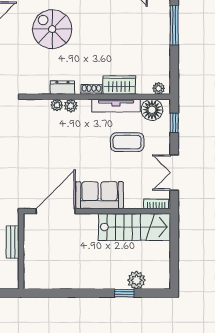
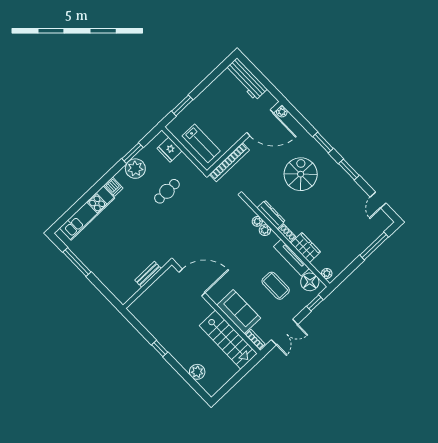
dresser: (62, 88) -> (271, 215), width x1.44
double door: (174, 173) -> (285, 332), swing flipped
sofa: (100, 195) -> (239, 312), moved
window: (124, 293) -> (160, 348), moved

